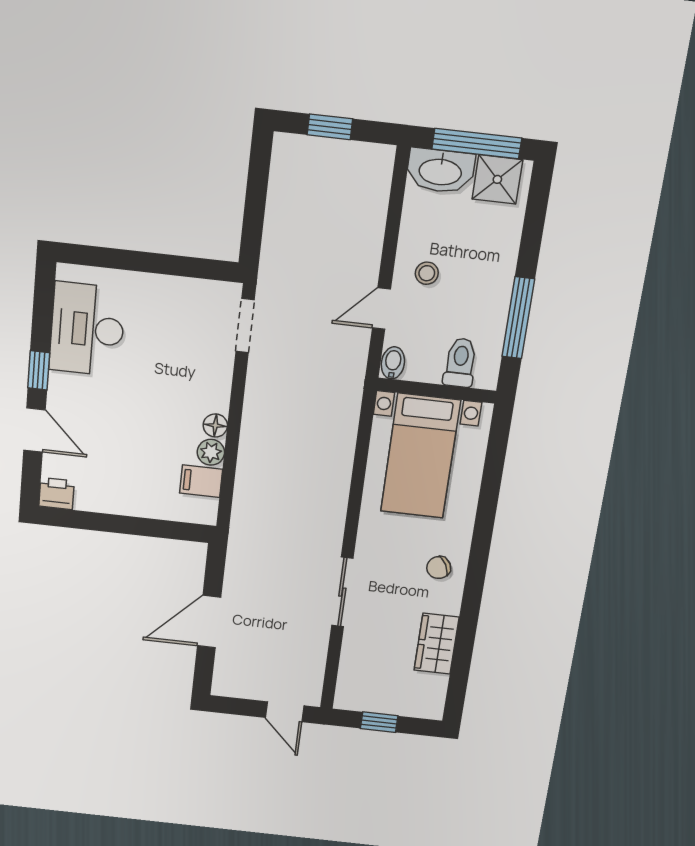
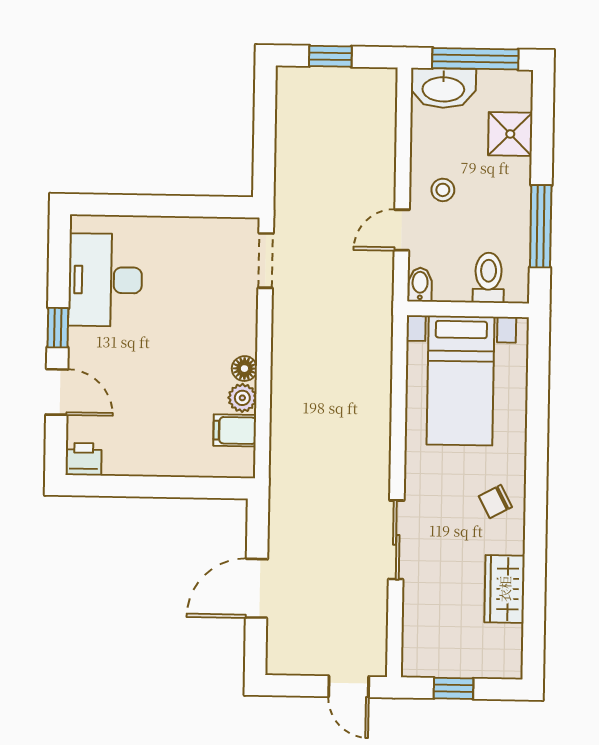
shower: (497, 179) -> (510, 134), moved

